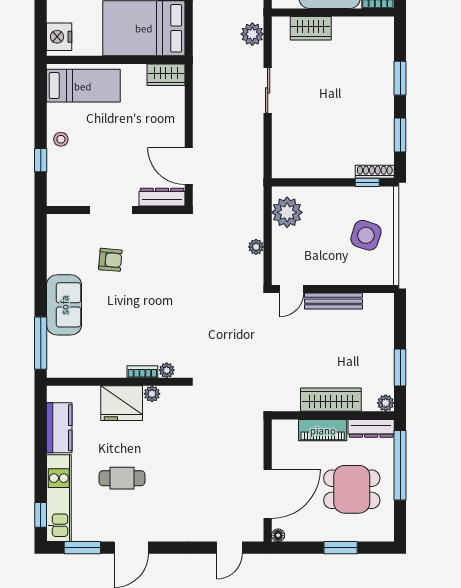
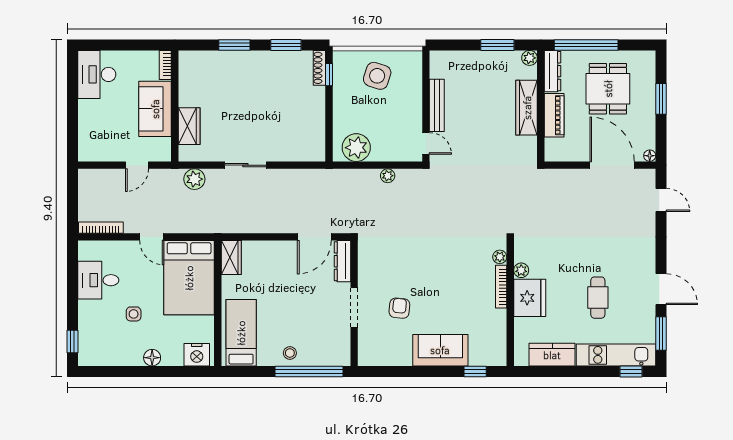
window: (41, 160) -> (309, 371), width x3.17
window: (41, 343) -> (475, 371), width x0.46
bookcase: (142, 372) -> (501, 287), width x1.56

